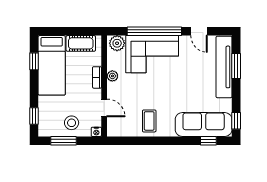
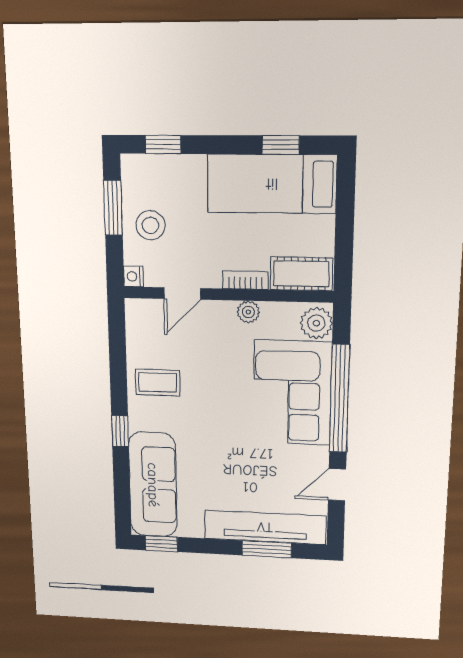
cot: (81, 43) -> (301, 274), moved, turned 90
window: (208, 141) -> (120, 431), moved

